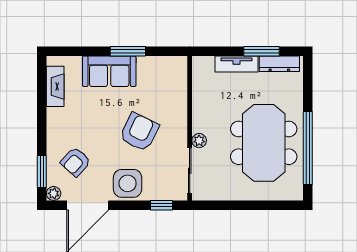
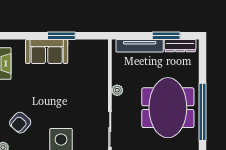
tv unit: (236, 64) -> (140, 46), width x1.41
armchair: (139, 132) -> (70, 99), removed
plant: (199, 141) -> (117, 90), moved

